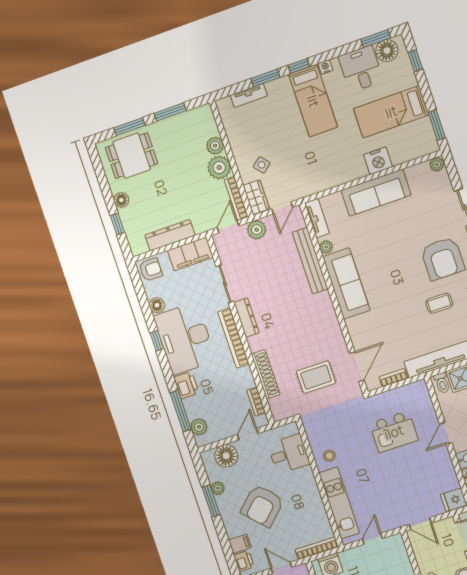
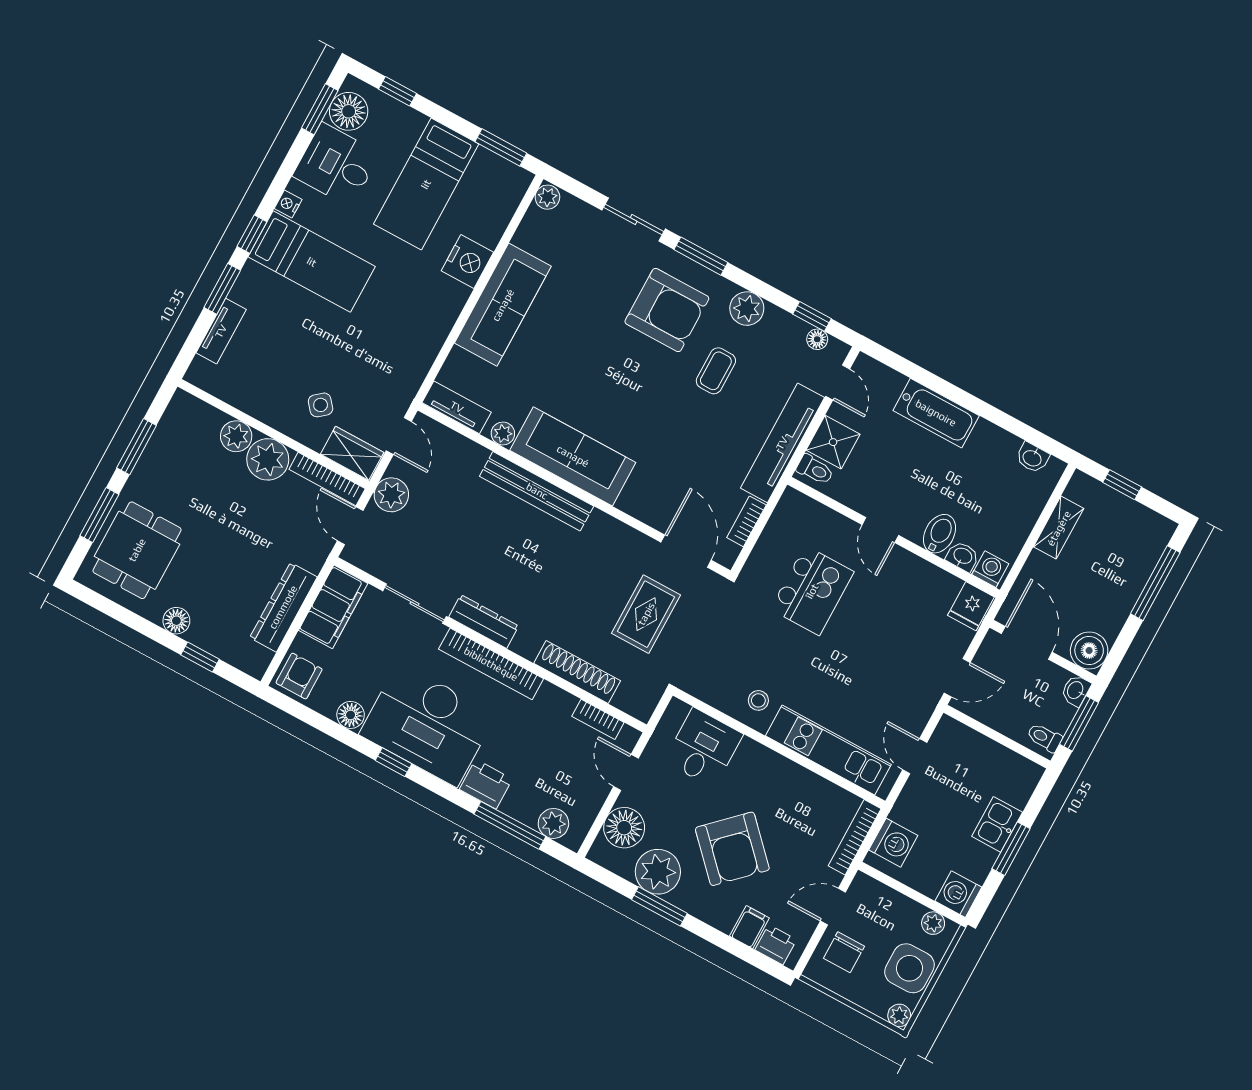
bench: (310, 261) -> (537, 491), moved
plant: (218, 488) -> (658, 872), width x1.87, depth x1.87

